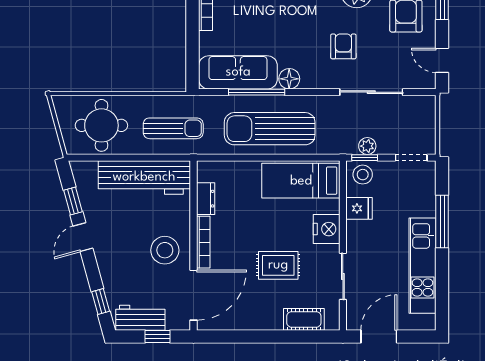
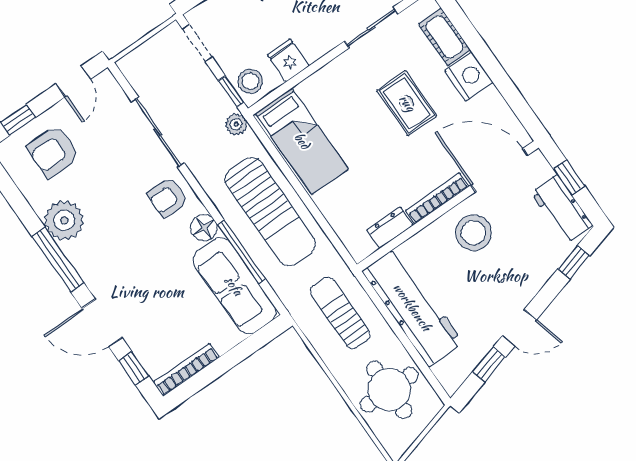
armchair: (343, 46) -> (168, 197), moved
plant: (367, 146) -> (236, 124), moved
nightstand: (327, 229) -> (469, 77), moved, turned 90

